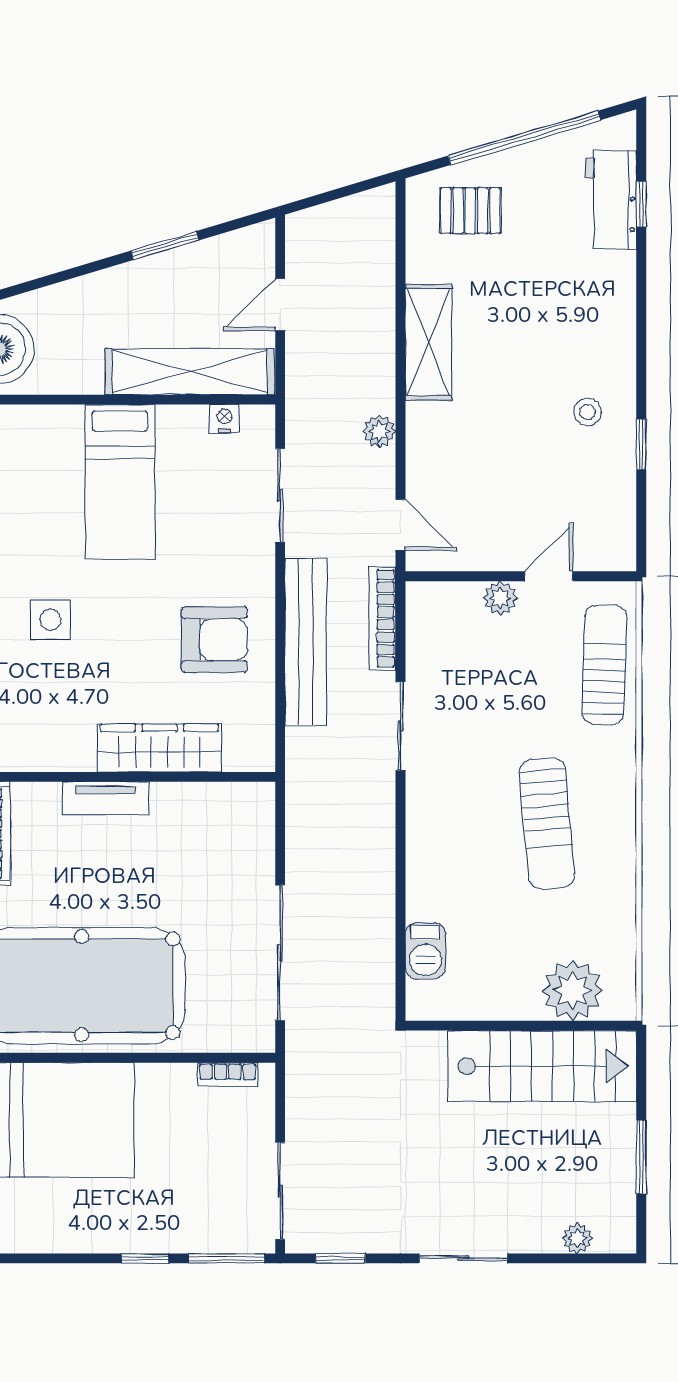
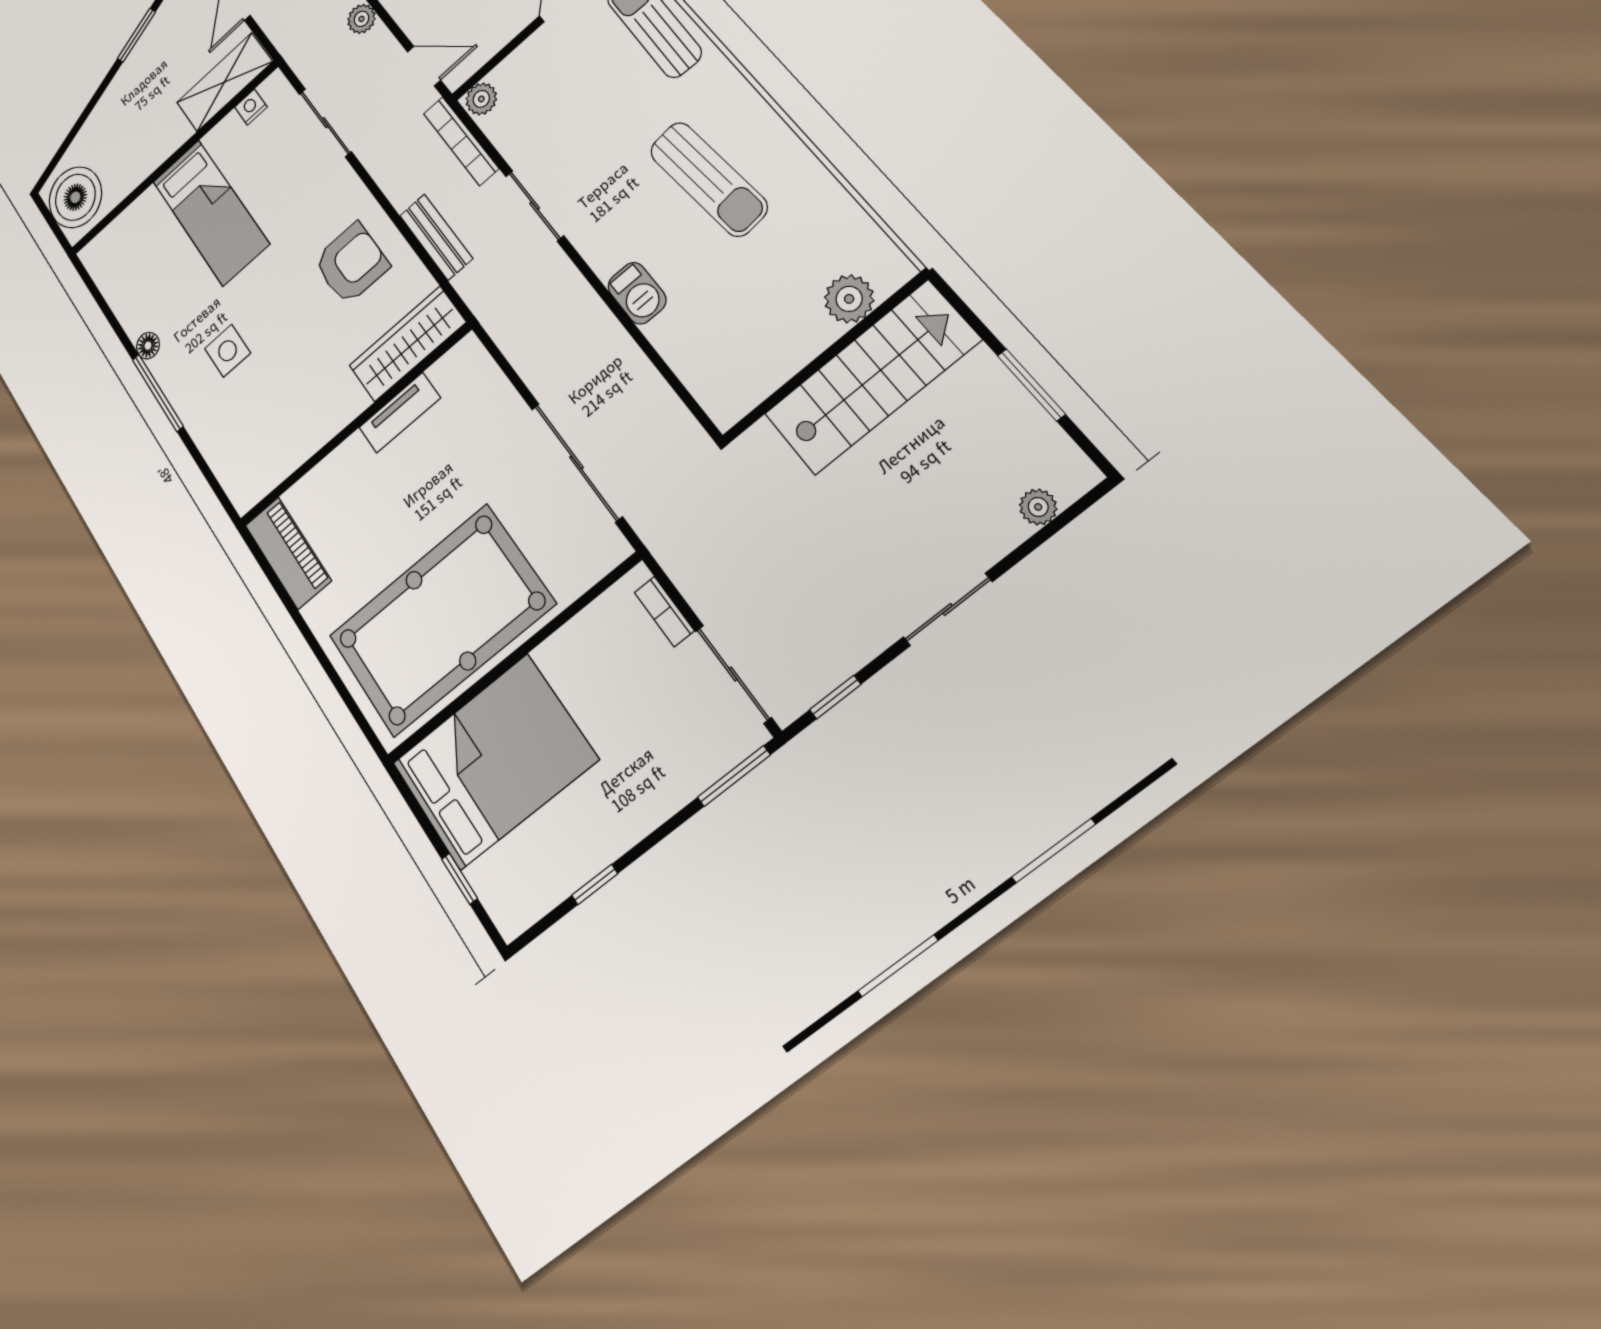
shelving: (190, 372) -> (224, 82), width x0.68
plant: (500, 598) -> (481, 99), moved
bench: (306, 642) -> (436, 237), width x0.54, depth x0.82
wardrobe: (159, 748) -> (407, 344), moved
tv unit: (106, 798) -> (400, 413), moved
barbecue: (425, 951) -> (637, 293), moved
plant: (573, 990) -> (849, 299), width x0.73, depth x0.73
bookcase: (228, 1075) -> (664, 611), moved, turned 90
window: (145, 1258) -> (595, 885), moved

